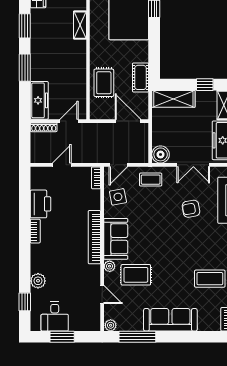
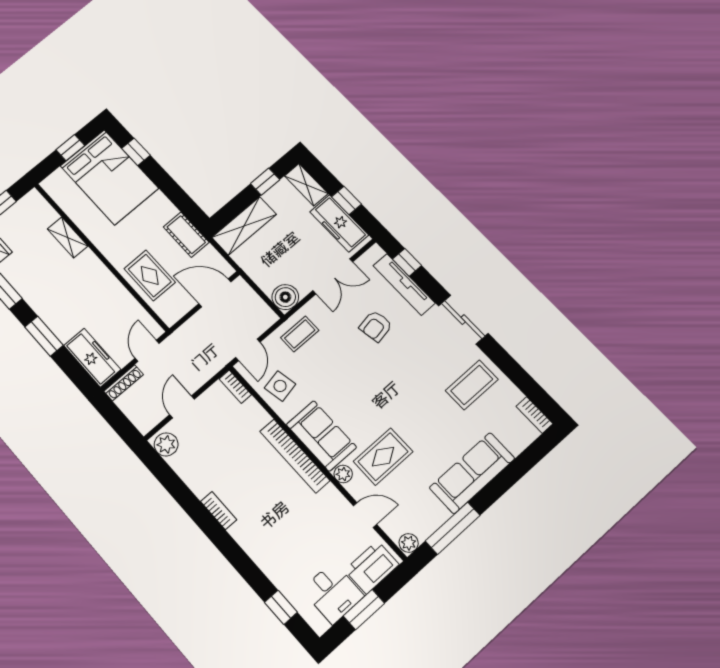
printer: (40, 204) -> (372, 567), moved, turned -90
plant: (38, 281) -> (166, 444), moved

